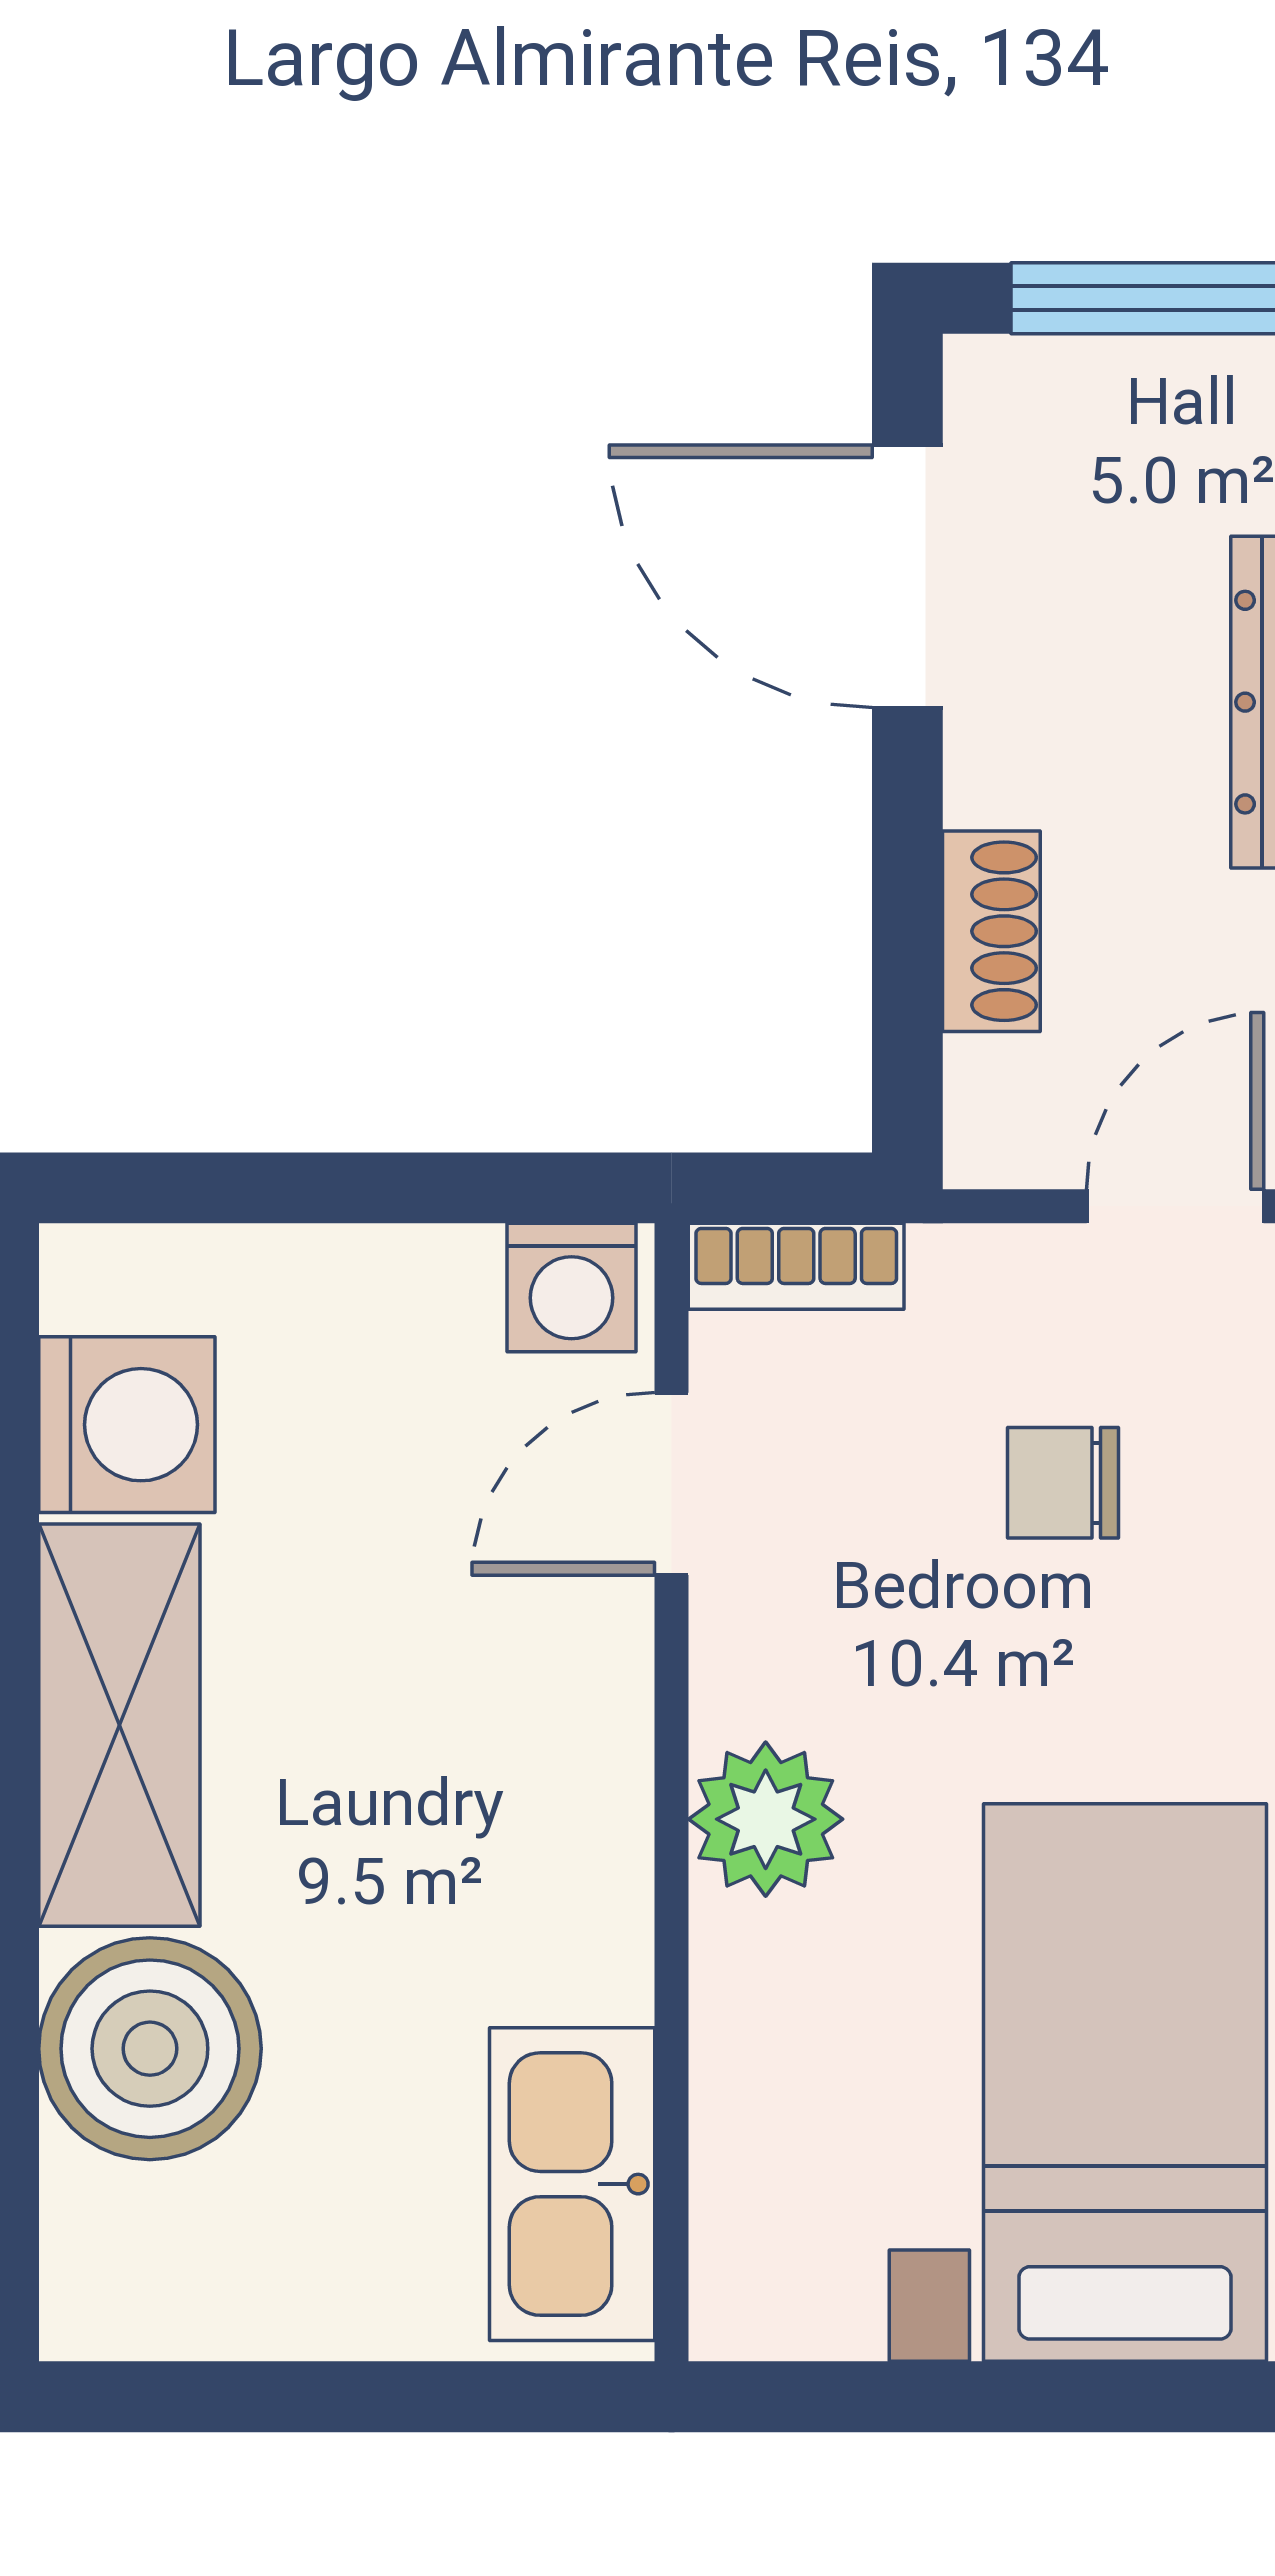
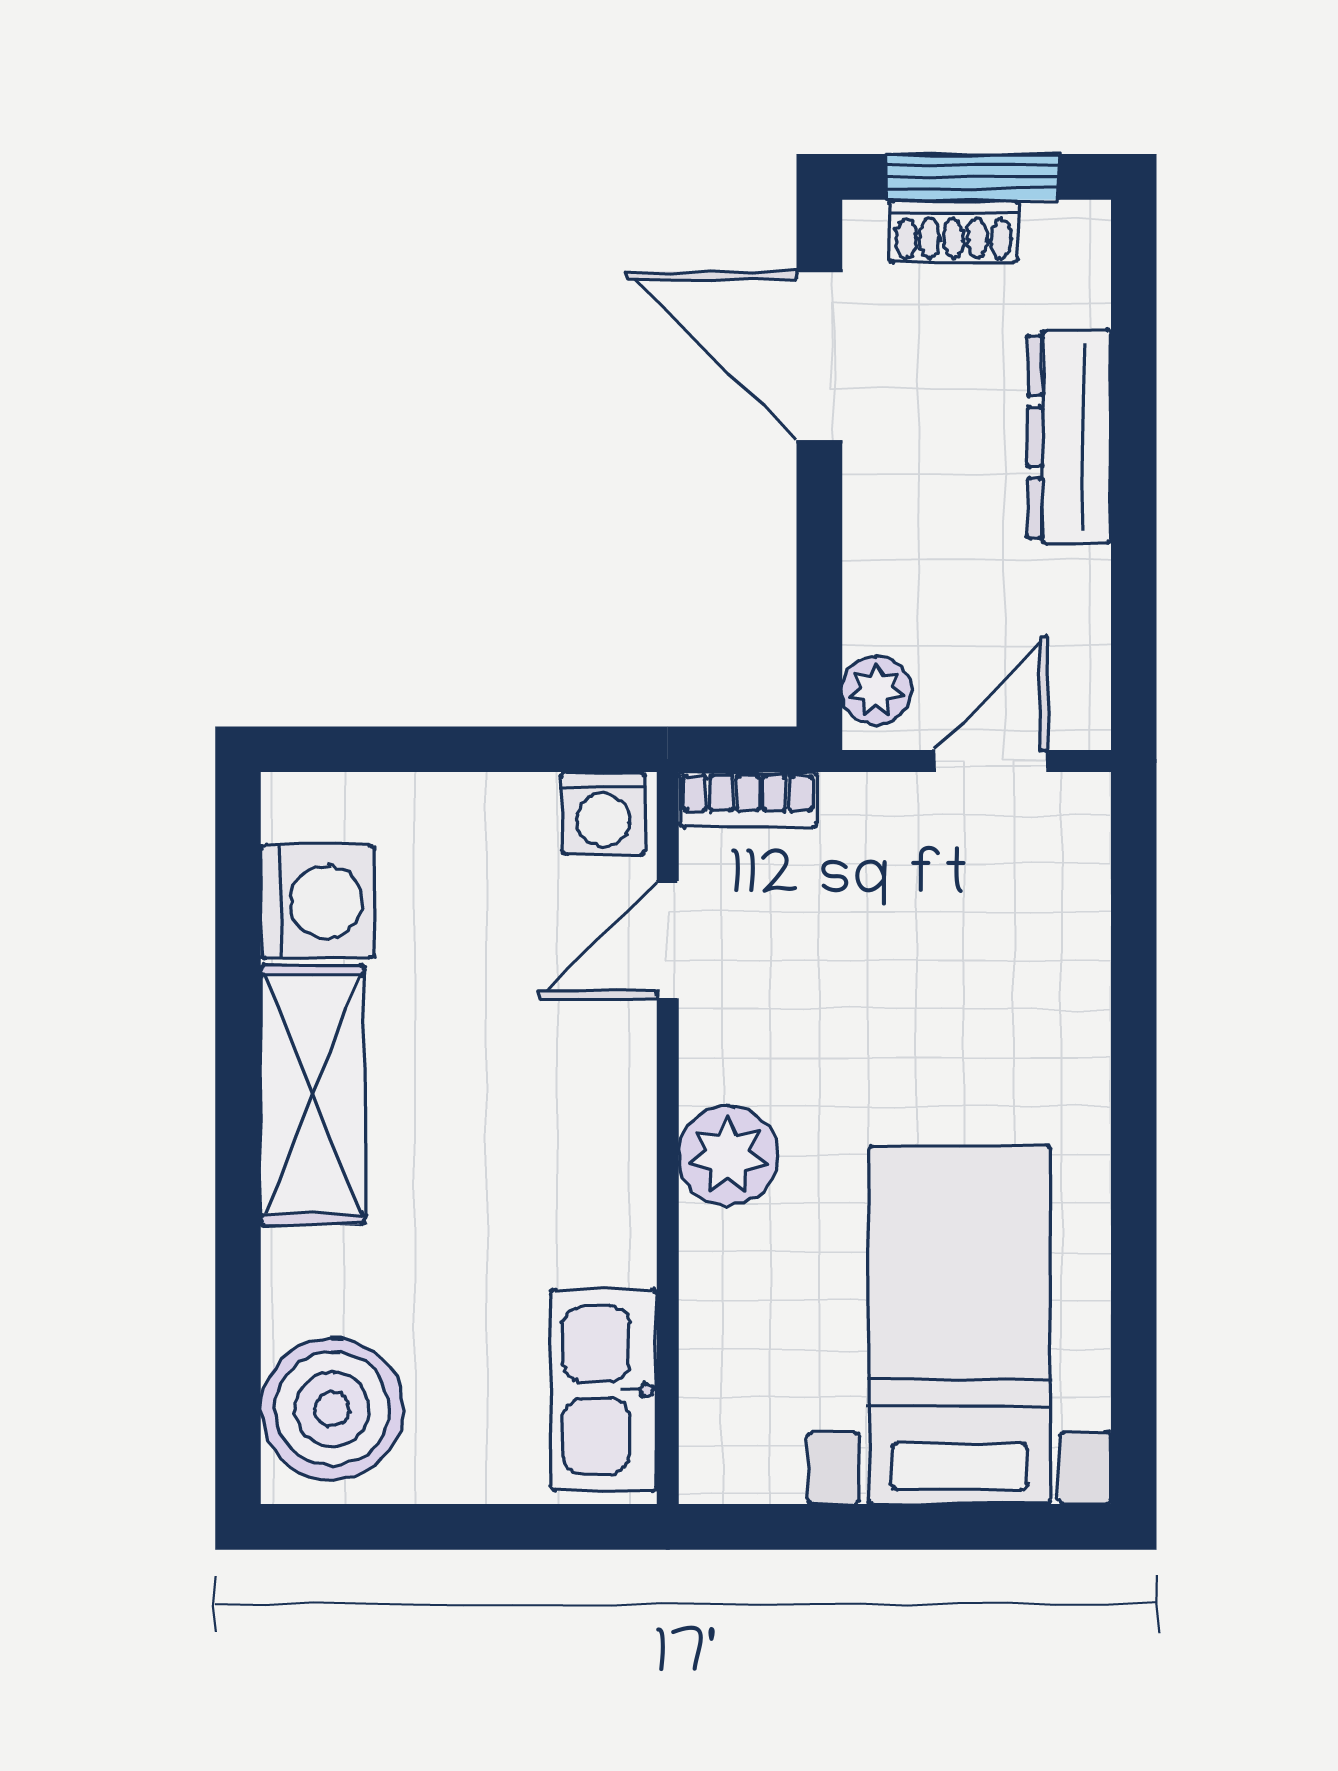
shoe rack: (991, 931) -> (953, 231), moved, turned 90
plant: (996, 1096) -> (876, 690), added
chair: (1063, 1483) -> (920, 939), removed
boiler: (150, 2049) -> (332, 1409), moved

